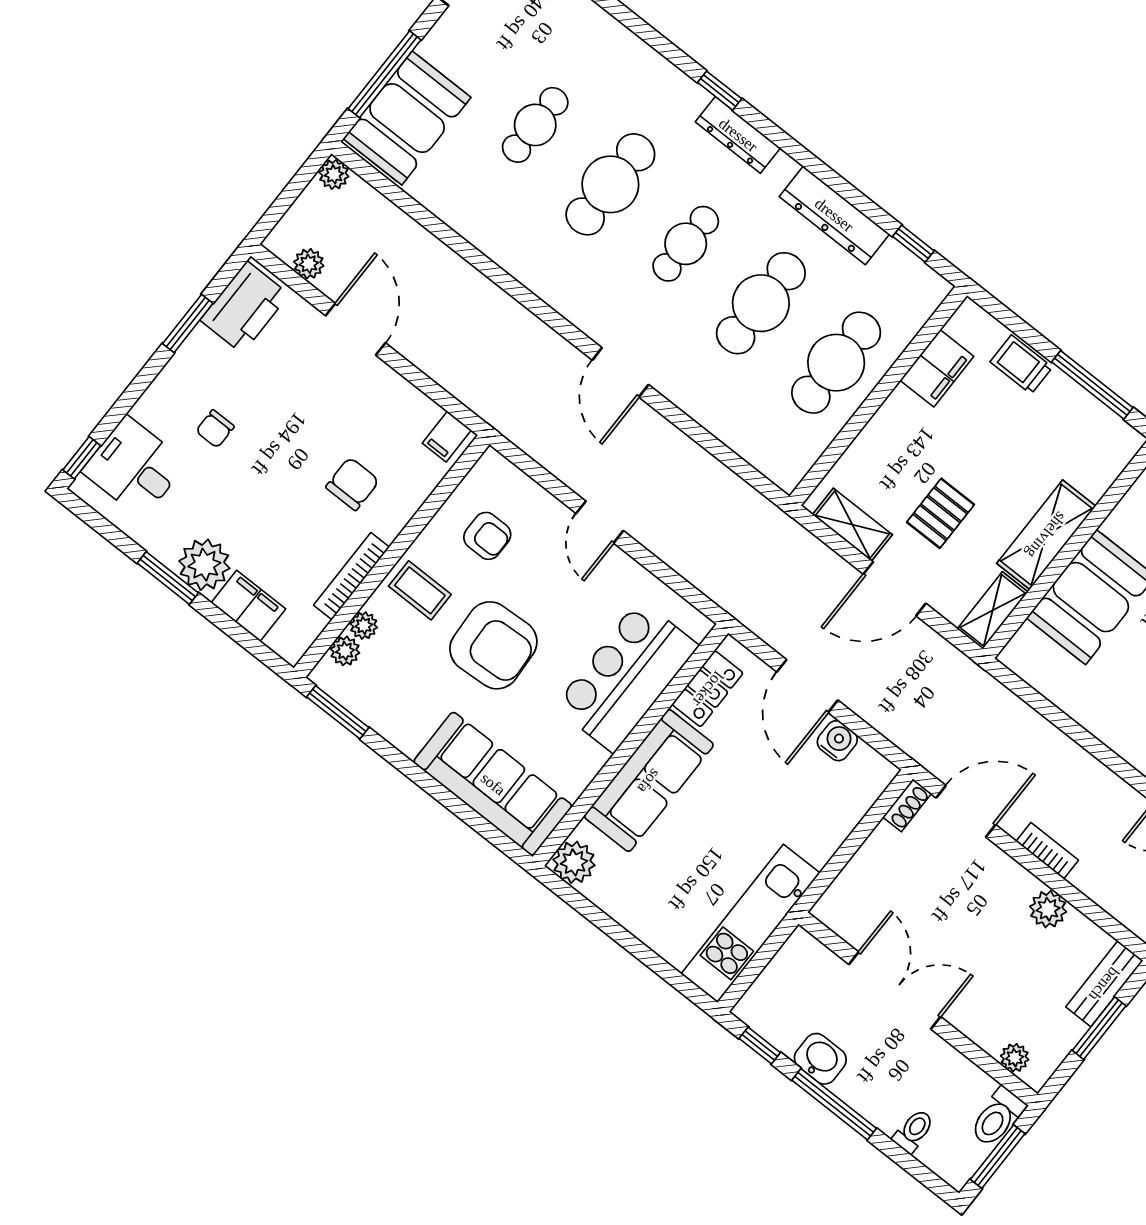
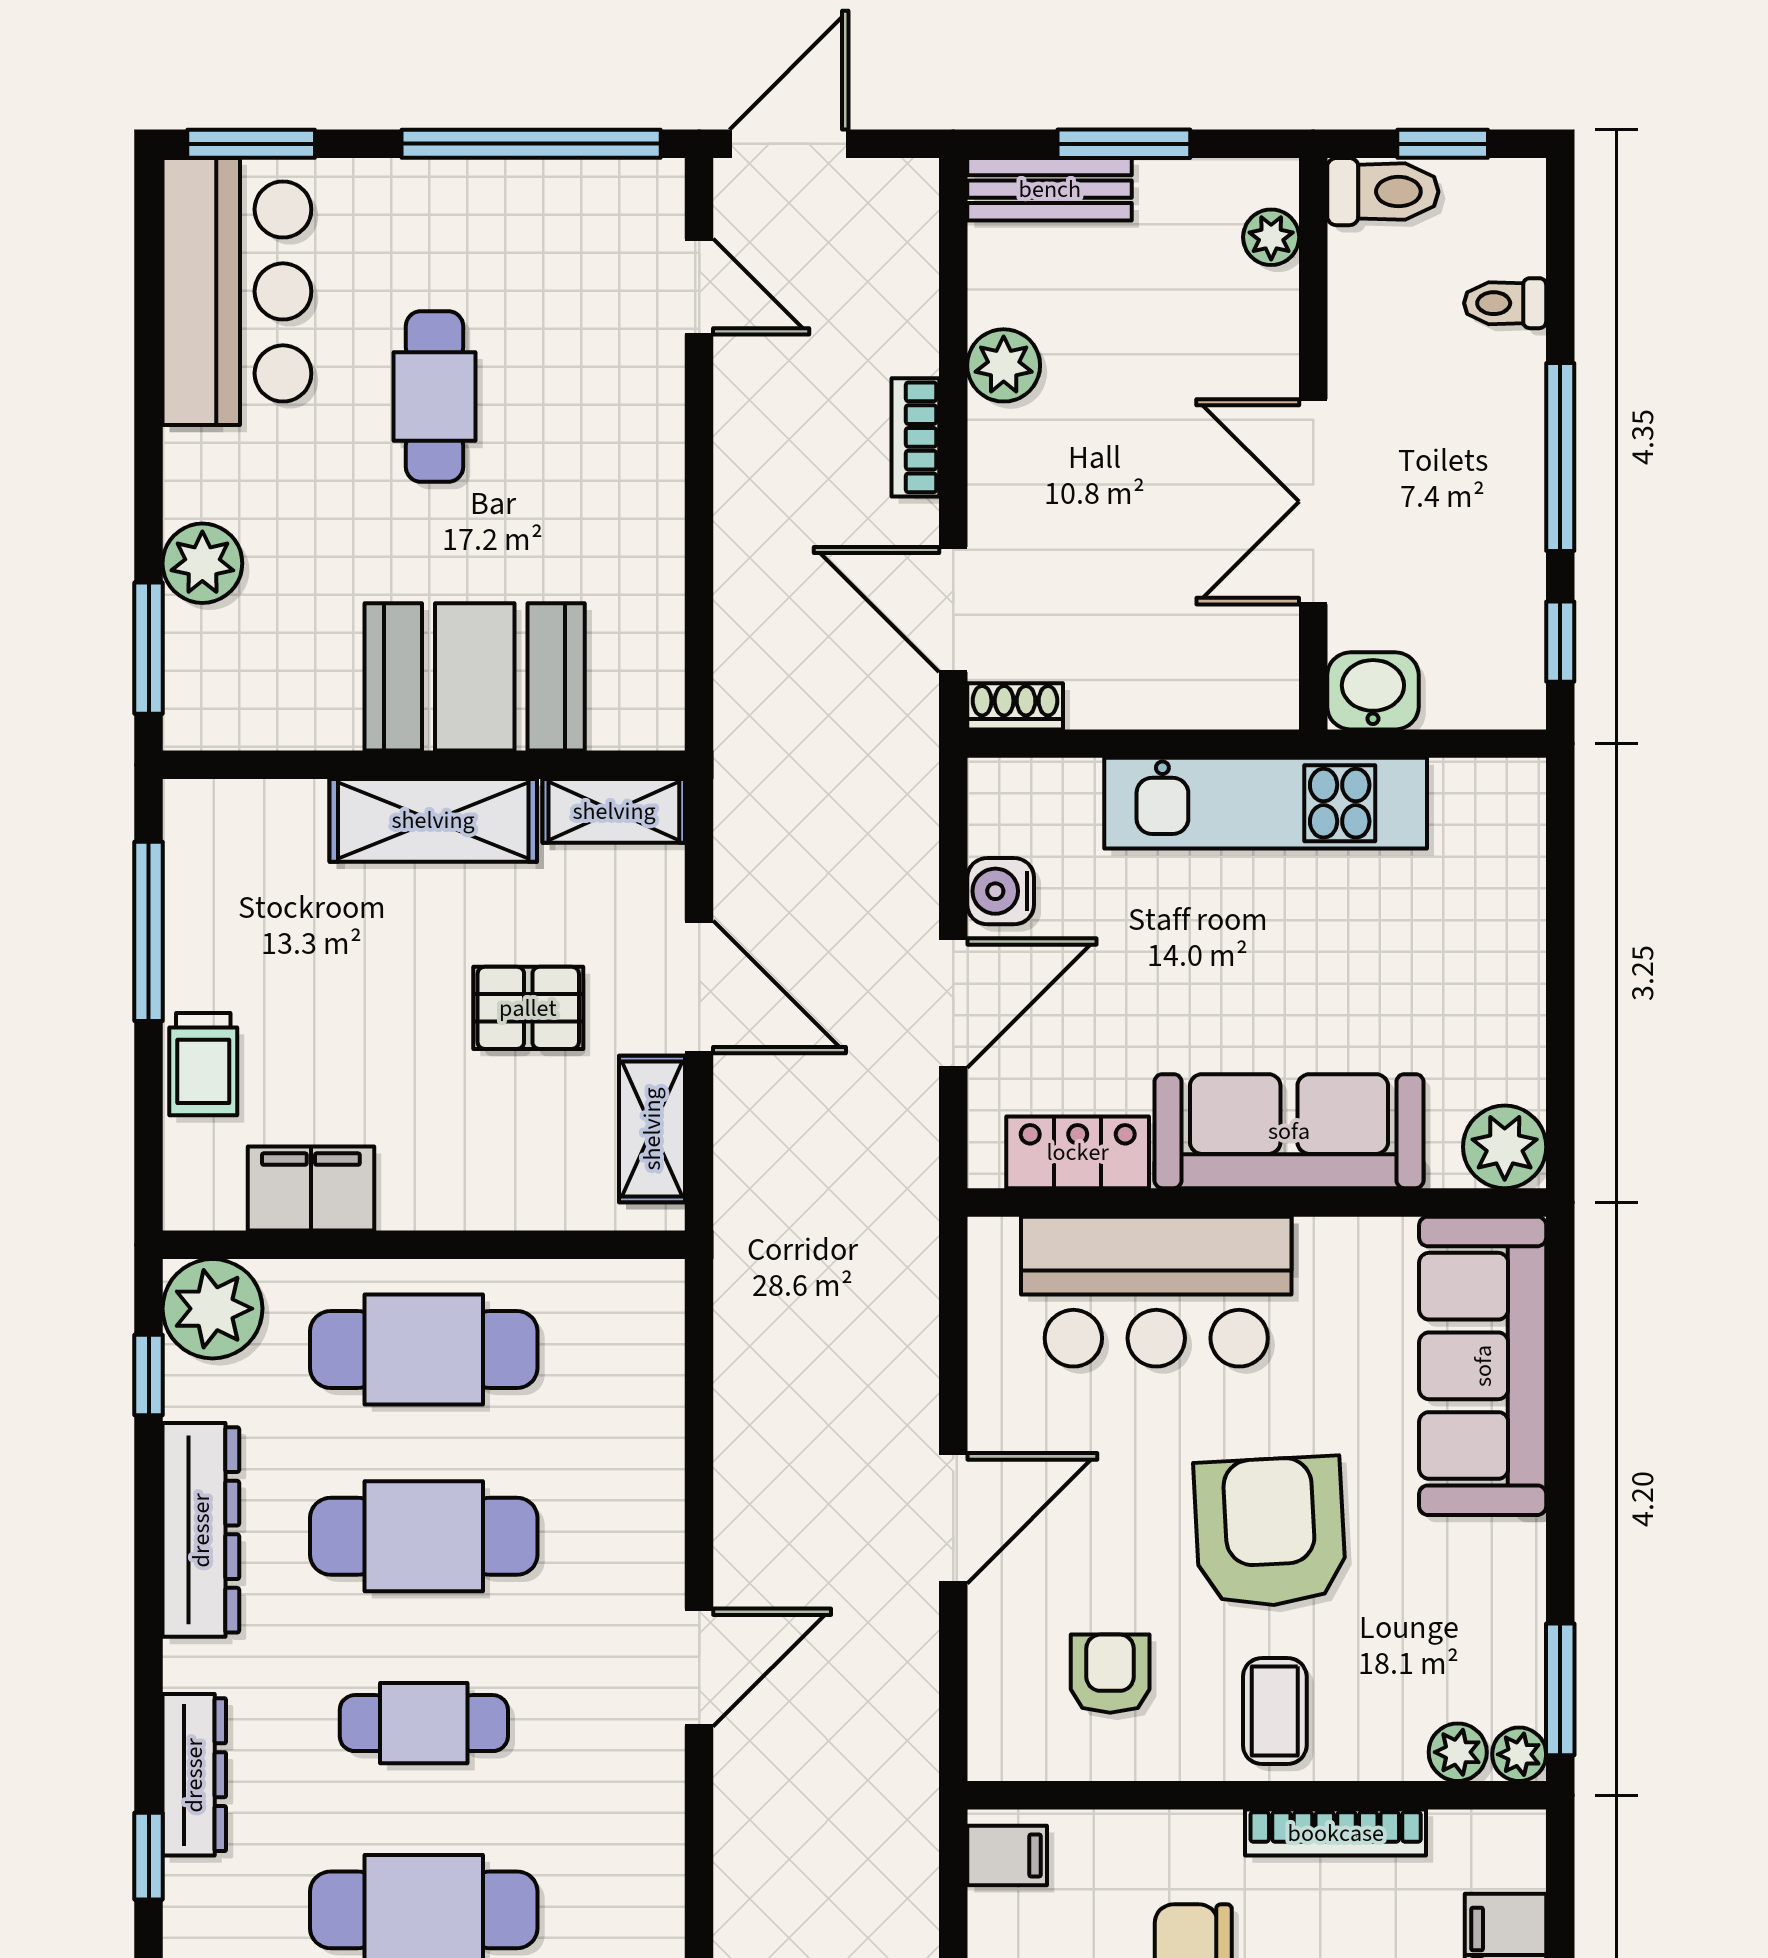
plant: (920, 290) -> (213, 1309), added
door: (600, 522) -> (953, 1518), width x1.38
plant: (364, 626) -> (1519, 1754), moved
kitchen unit: (750, 923) -> (1266, 803), moved
washbasin: (820, 1059) -> (1373, 691), moved, turned 90
window: (998, 1157) -> (1443, 144), width x0.67

